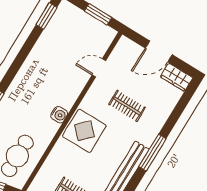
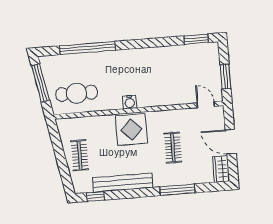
door: (99, 68) -> (206, 105), moved
window: (152, 153) -> (177, 190), moved

